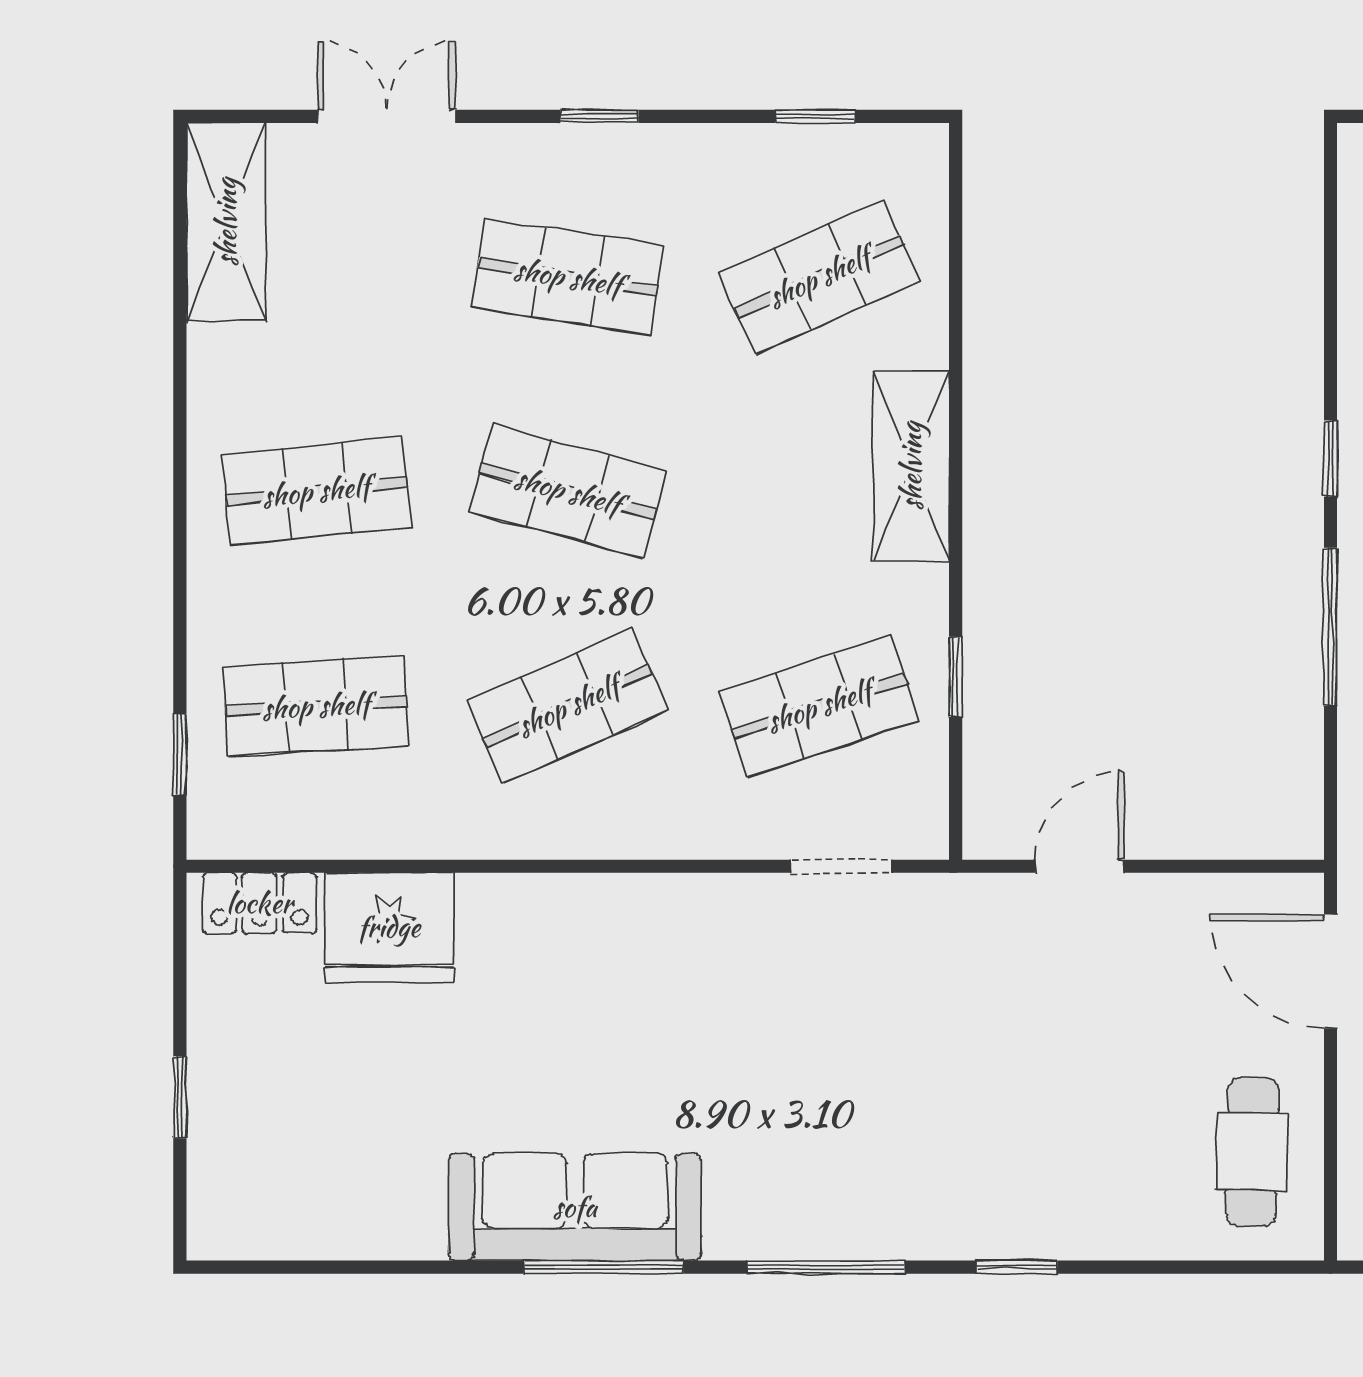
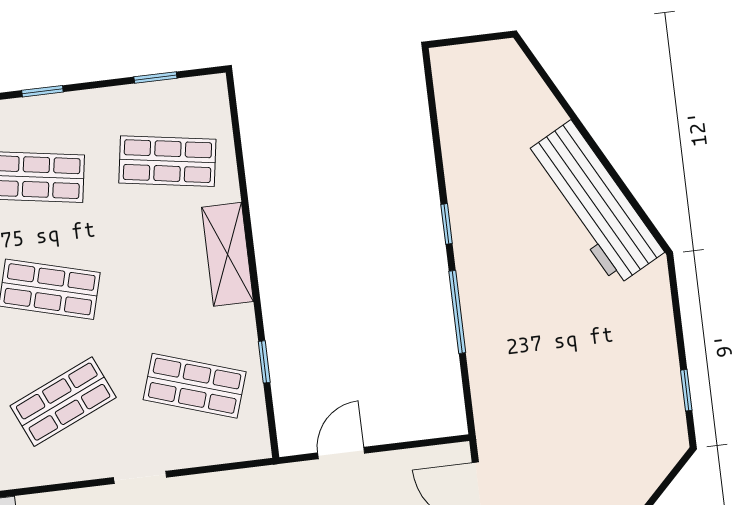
shop shelf: (819, 277) -> (167, 161), turned 33
shop shelf: (819, 706) -> (195, 386), turned 36
doorway: (841, 866) -> (140, 477), moved

